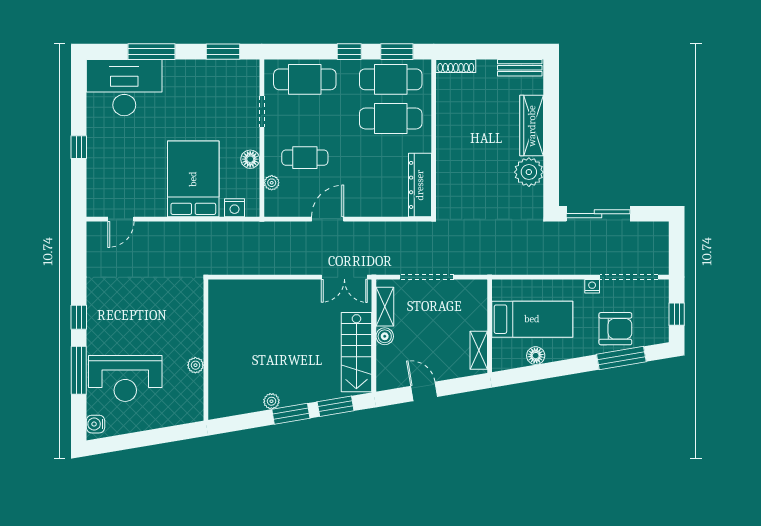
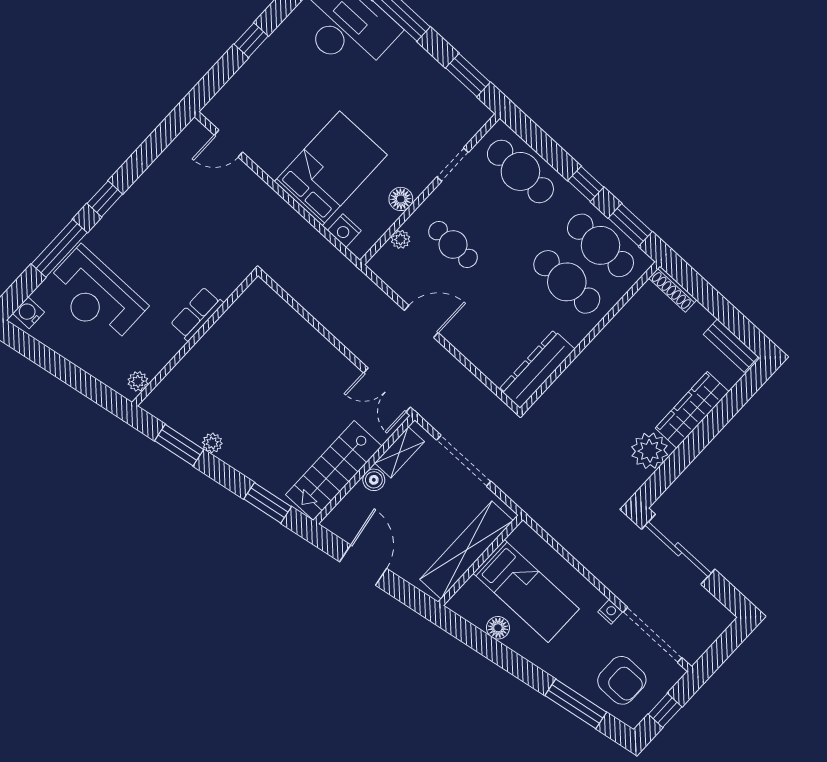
armchair: (615, 329) -> (622, 680), moved
row of seats: (194, 335) -> (197, 314), added
shelving: (479, 350) -> (466, 550), width x2.20, depth x1.33
plant: (195, 365) -> (138, 381), moved
door: (424, 391) -> (363, 565), width x1.38
window: (291, 414) -> (179, 445), moved

